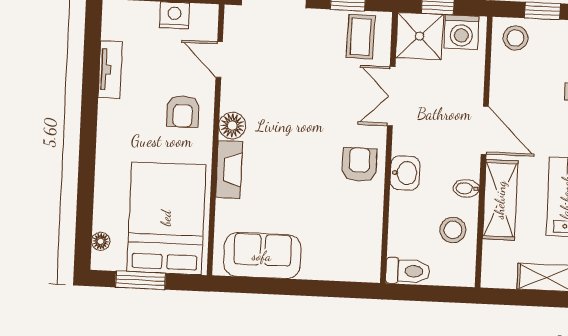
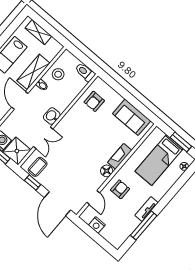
tv unit: (110, 70) -> (147, 209), moved
window: (91, 80) -> (144, 225), added
armchair: (359, 165) -> (94, 101), moved
washbasin: (405, 173) -> (52, 116), moved
bed: (166, 218) -> (159, 160), width x0.67

